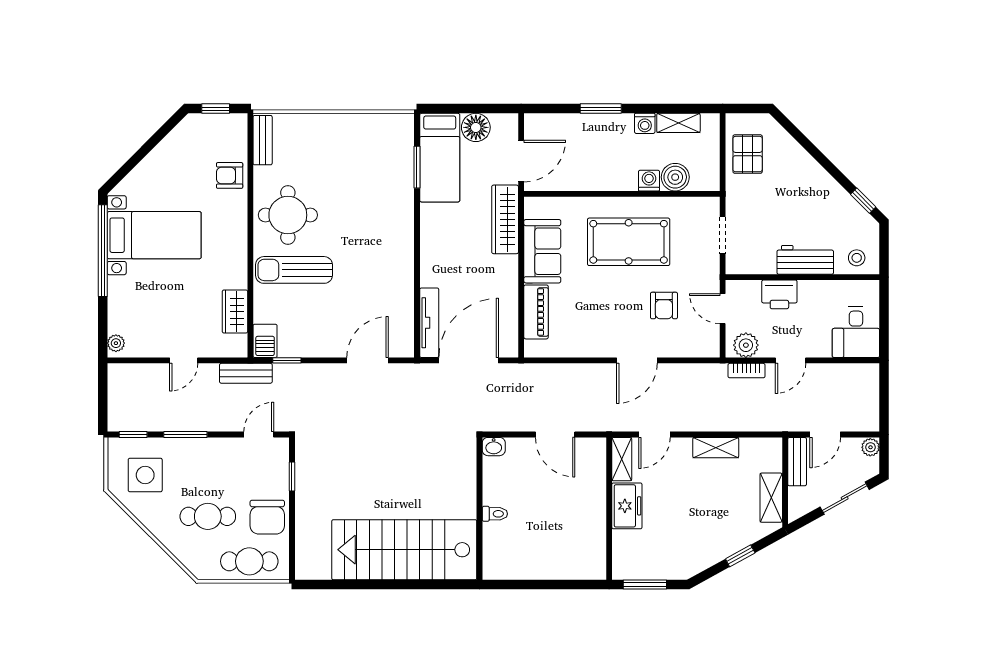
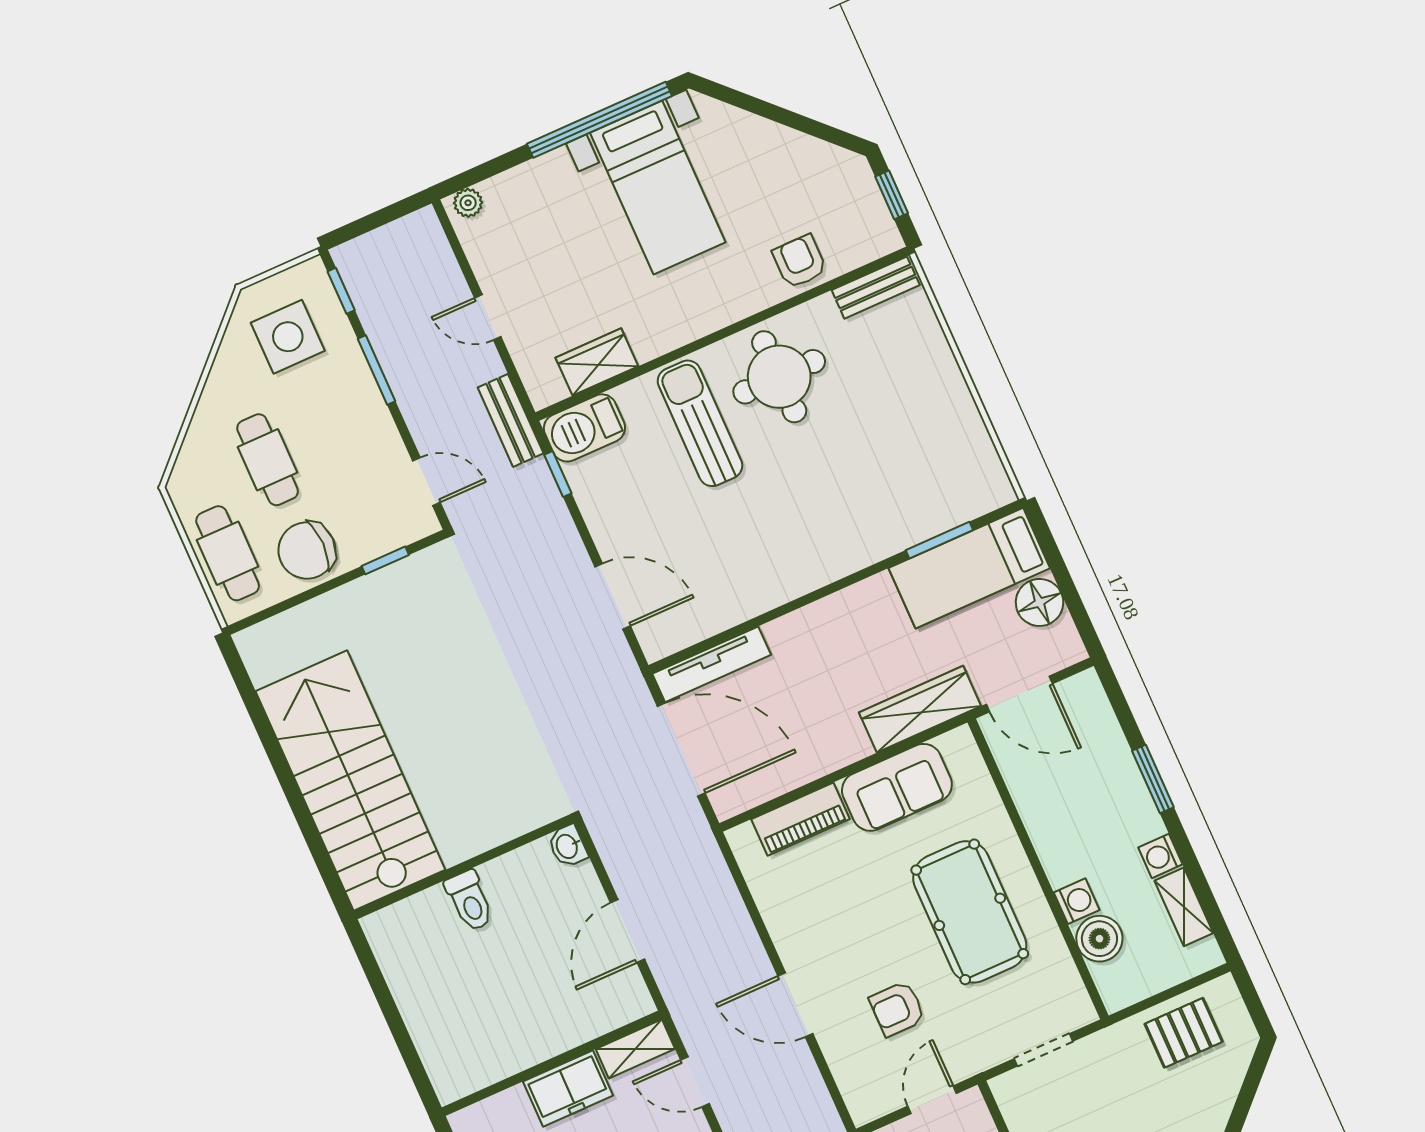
barbecue: (265, 341) -> (584, 428), width x1.38, depth x1.27
toilet: (495, 514) -> (470, 901), width x1.37, depth x1.39

